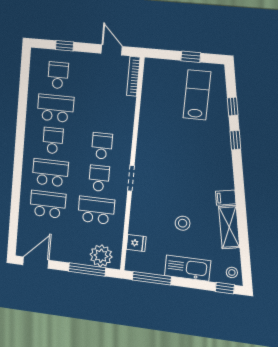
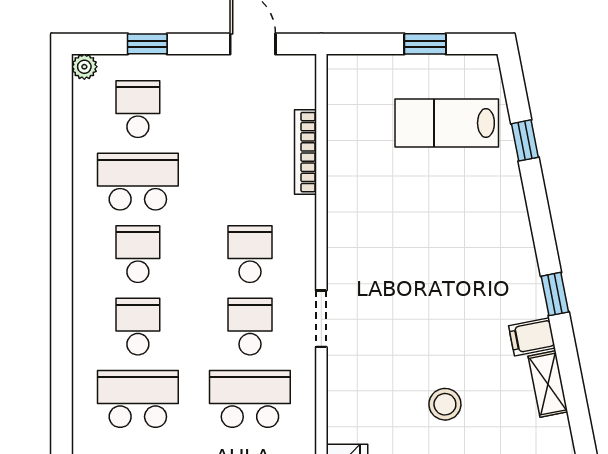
plant: (36, 54) -> (84, 67), added
bookcase: (133, 76) -> (305, 152), moved
lab bench: (197, 95) -> (447, 123), turned -90
window: (235, 140) -> (555, 294), moved
school desk: (50, 173) -> (138, 327), width x0.54
shelving: (229, 227) -> (548, 384), width x0.67, depth x0.75

